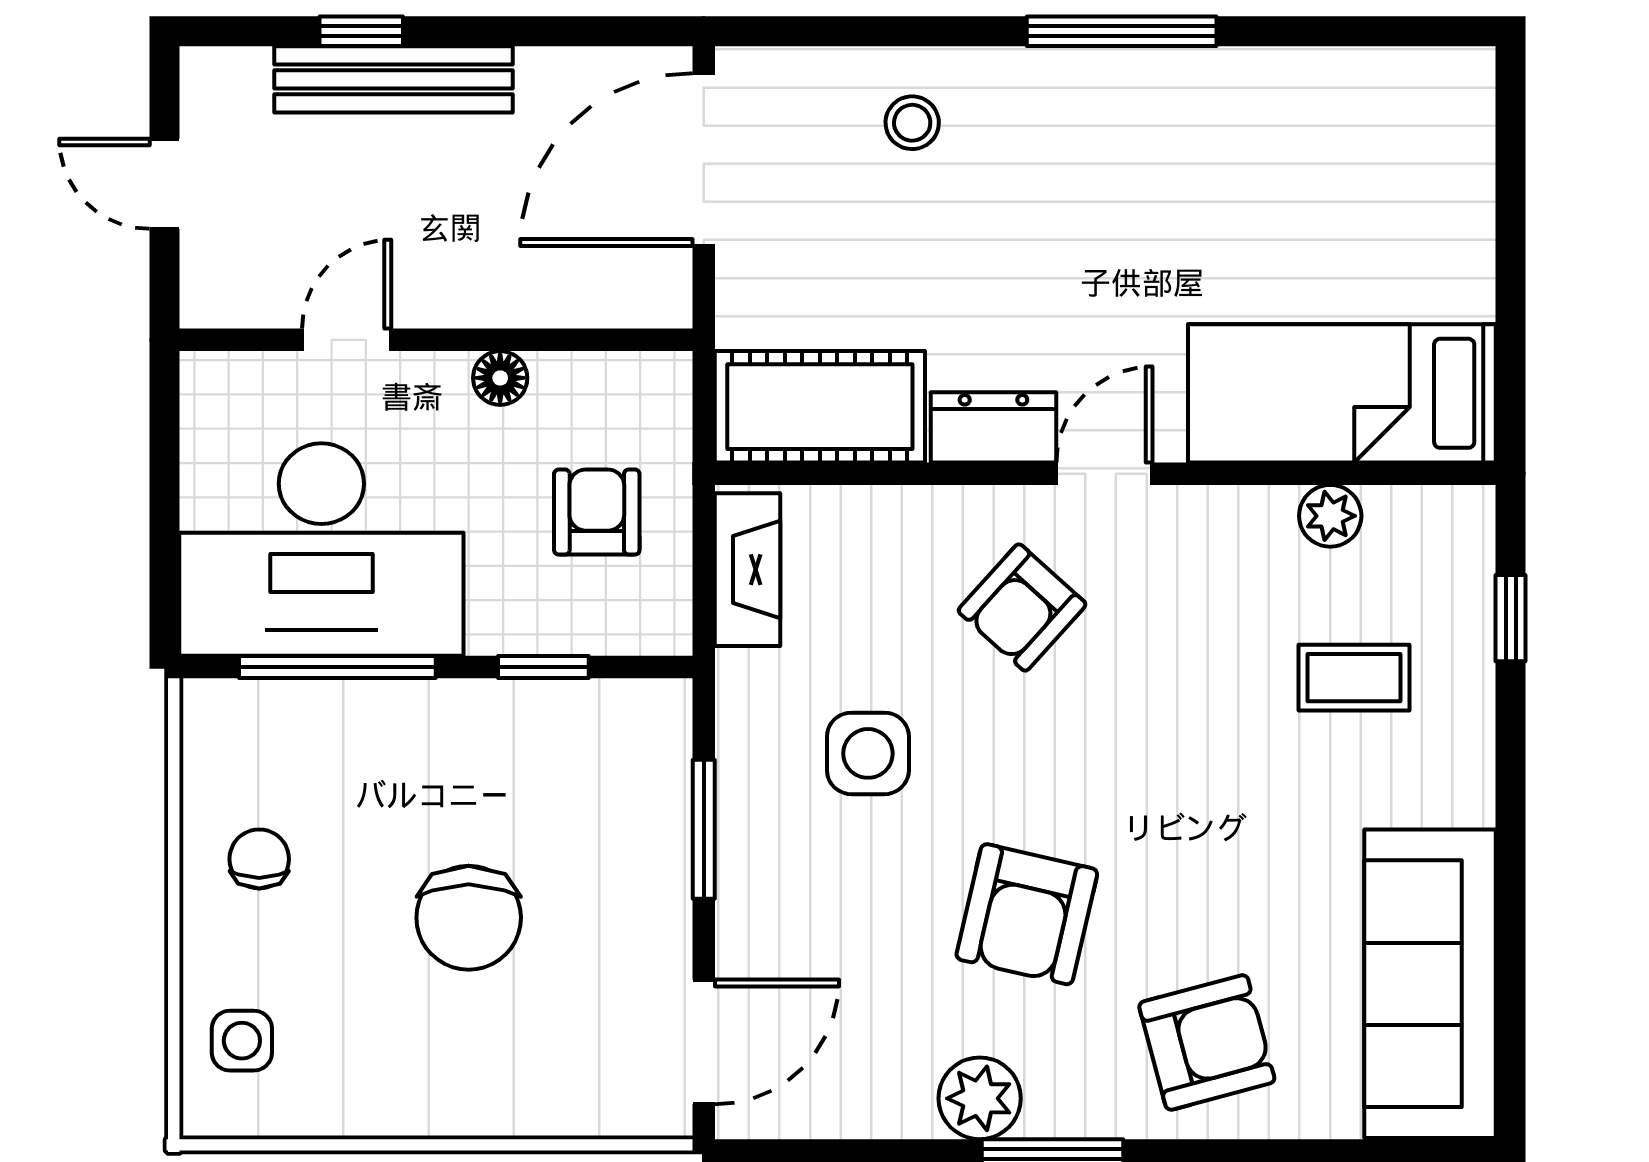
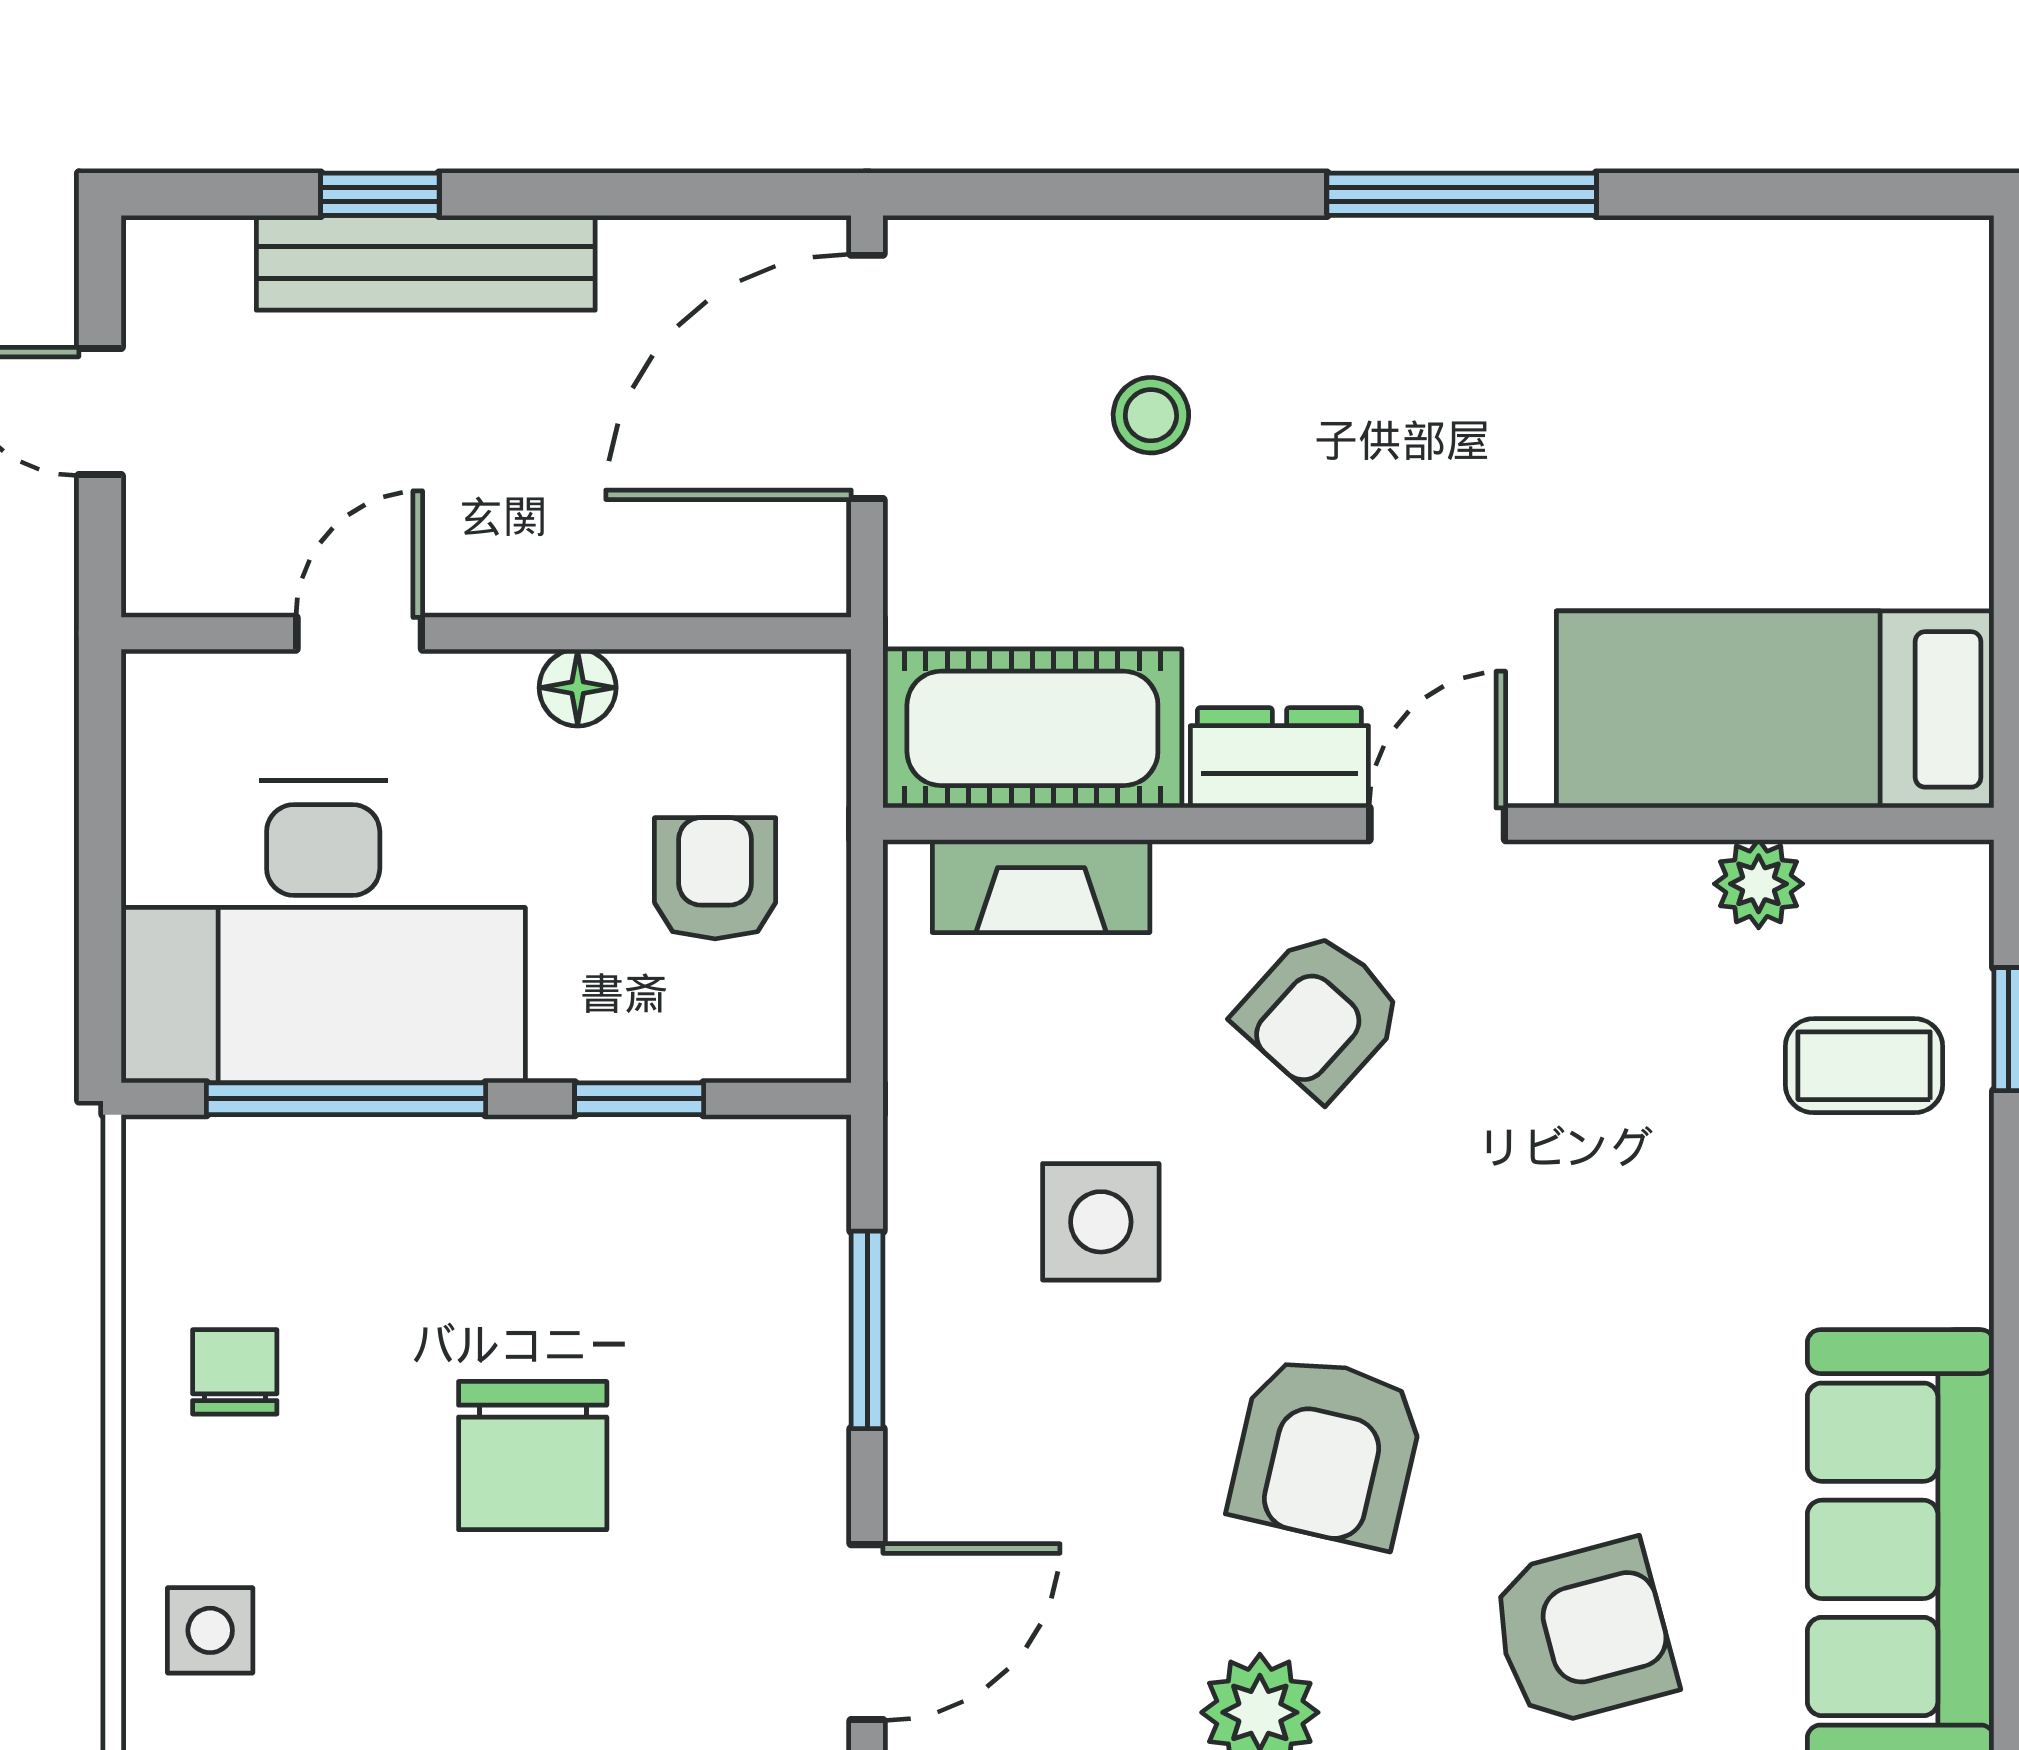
stool: (912, 123) -> (1151, 415), moved
fireplace: (747, 570) -> (1041, 886), moved, turned 90
coffee table: (1354, 678) -> (1864, 1066), moved

